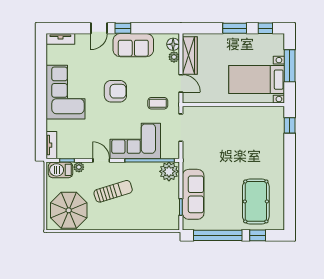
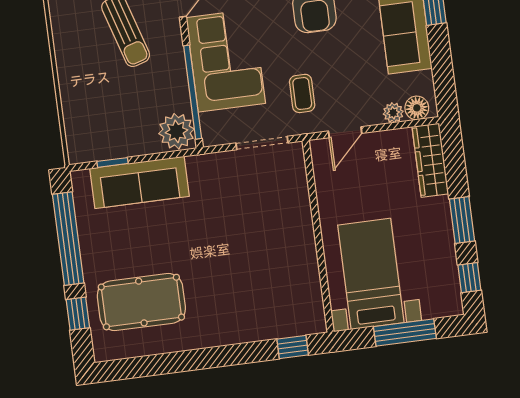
wardrobe: (190, 55) -> (430, 160), moved, turned 90

